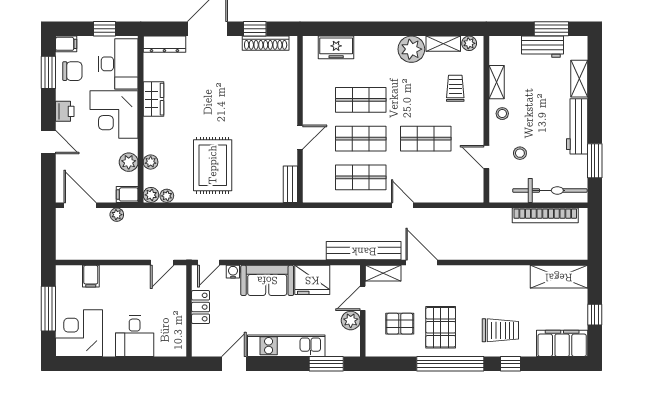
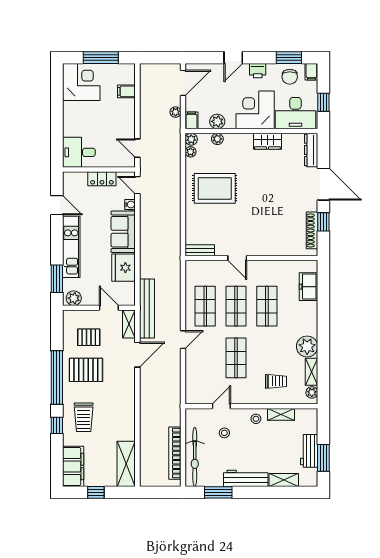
plant: (351, 321) -> (74, 298), moved
pallet: (400, 324) -> (89, 337), turned 90
desk: (135, 336) -> (79, 152), moved

